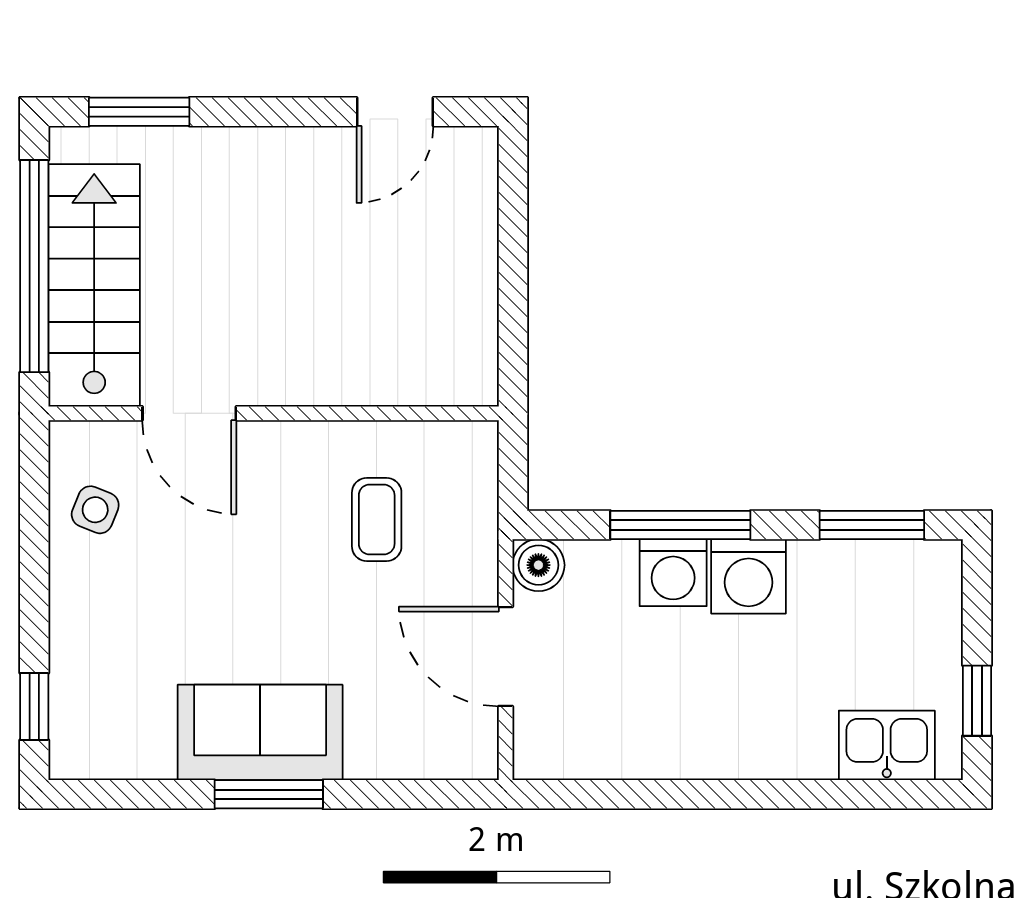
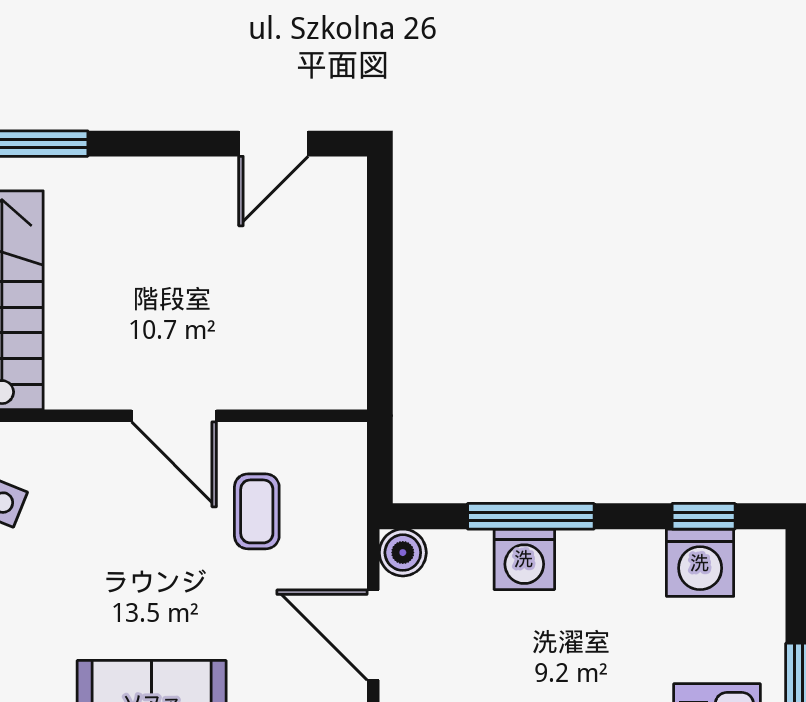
door: (189, 413) -> (174, 416), moved
window: (872, 525) -> (704, 516), width x0.67
washing machine: (749, 576) -> (700, 563), moved

